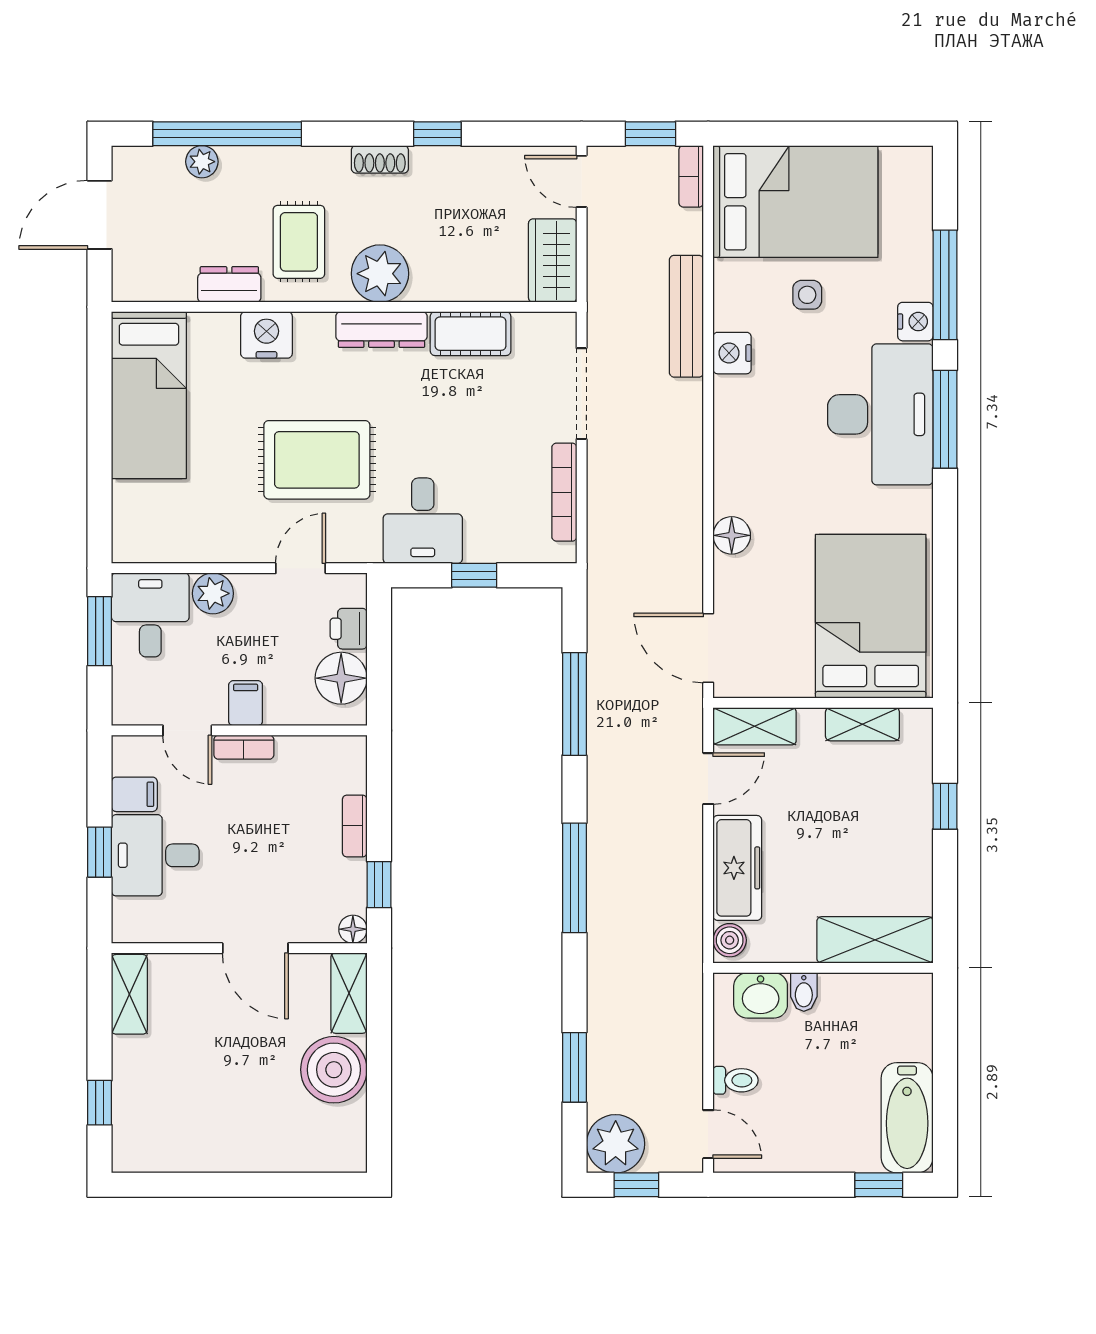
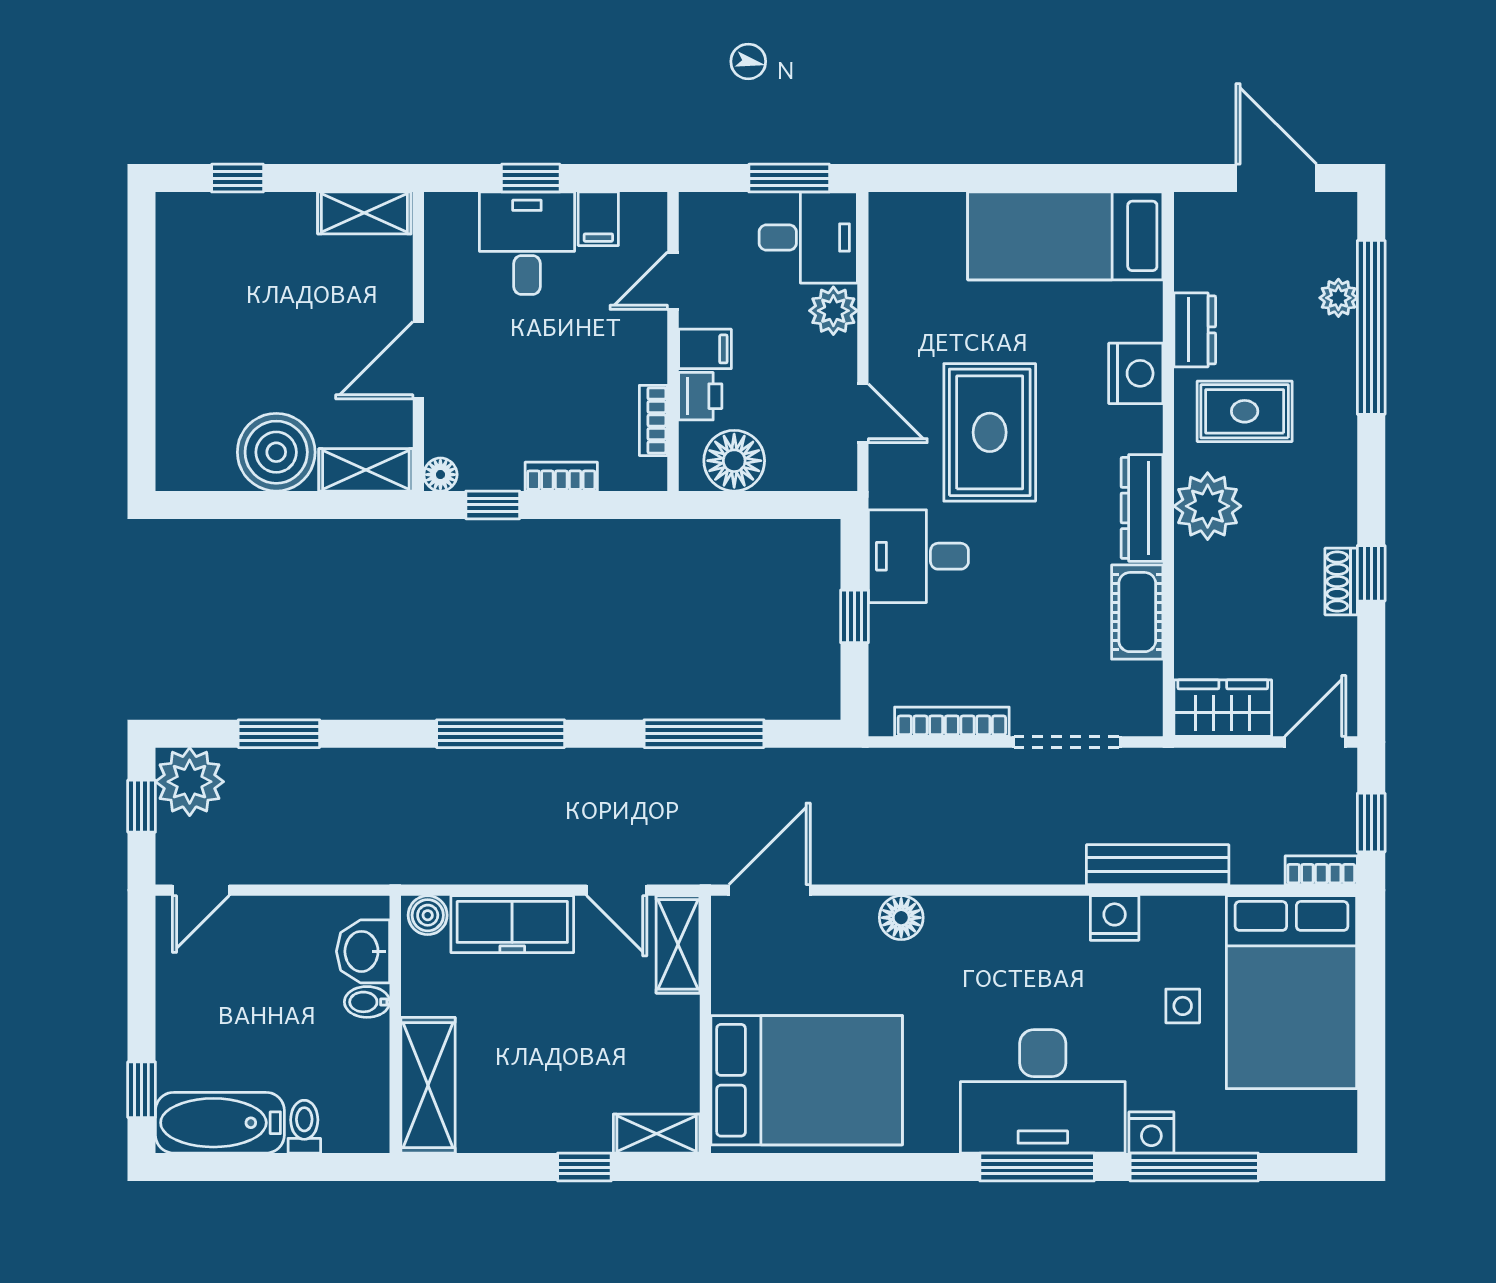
shoe rack: (380, 159) -> (1341, 582), moved
printer: (349, 629) -> (700, 396), moved, turned 90
shelving: (862, 724) -> (657, 1134), moved, turned 90
bookcase: (244, 747) -> (653, 420), moved
toilet: (736, 1080) -> (304, 1127), moved, turned 180

